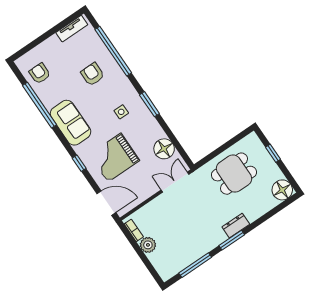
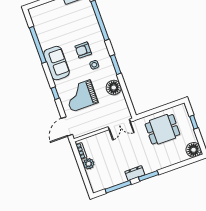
armchair: (40, 73) -> (44, 23), removed
armchair: (93, 74) -> (83, 50), moved, turned -90
floor lamp: (164, 149) -> (114, 88), moved
double door: (175, 182) -> (119, 124), swing flipped
door: (106, 203) -> (67, 126), swing flipped
dresser: (236, 225) -> (135, 173), moved

